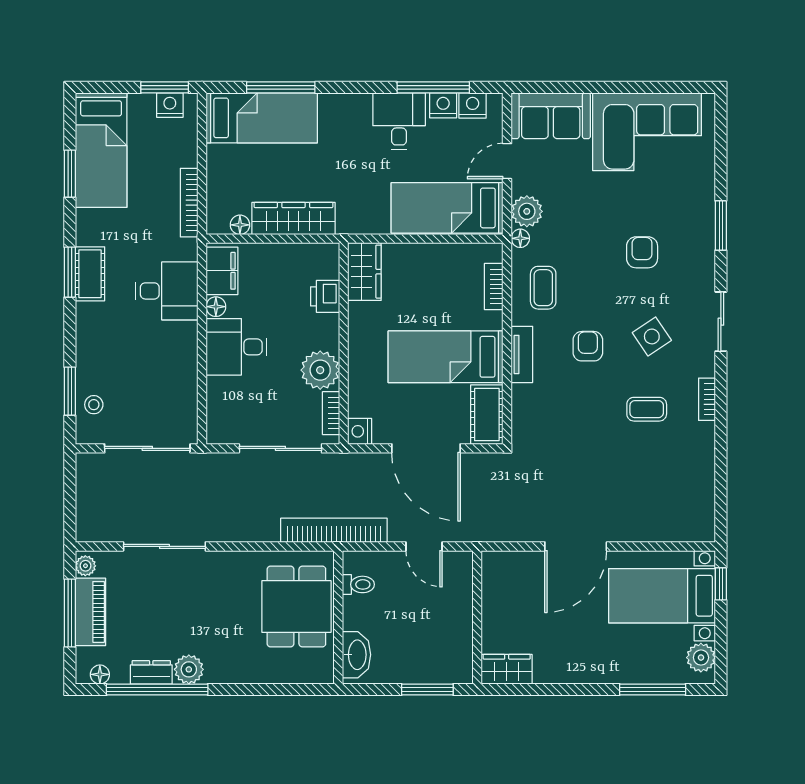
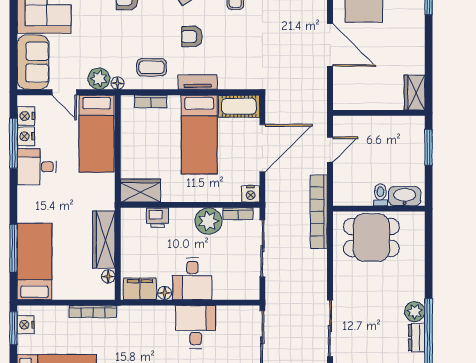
desk: (167, 291) -> (196, 327), moved
toilet: (358, 584) -> (380, 195), moved

